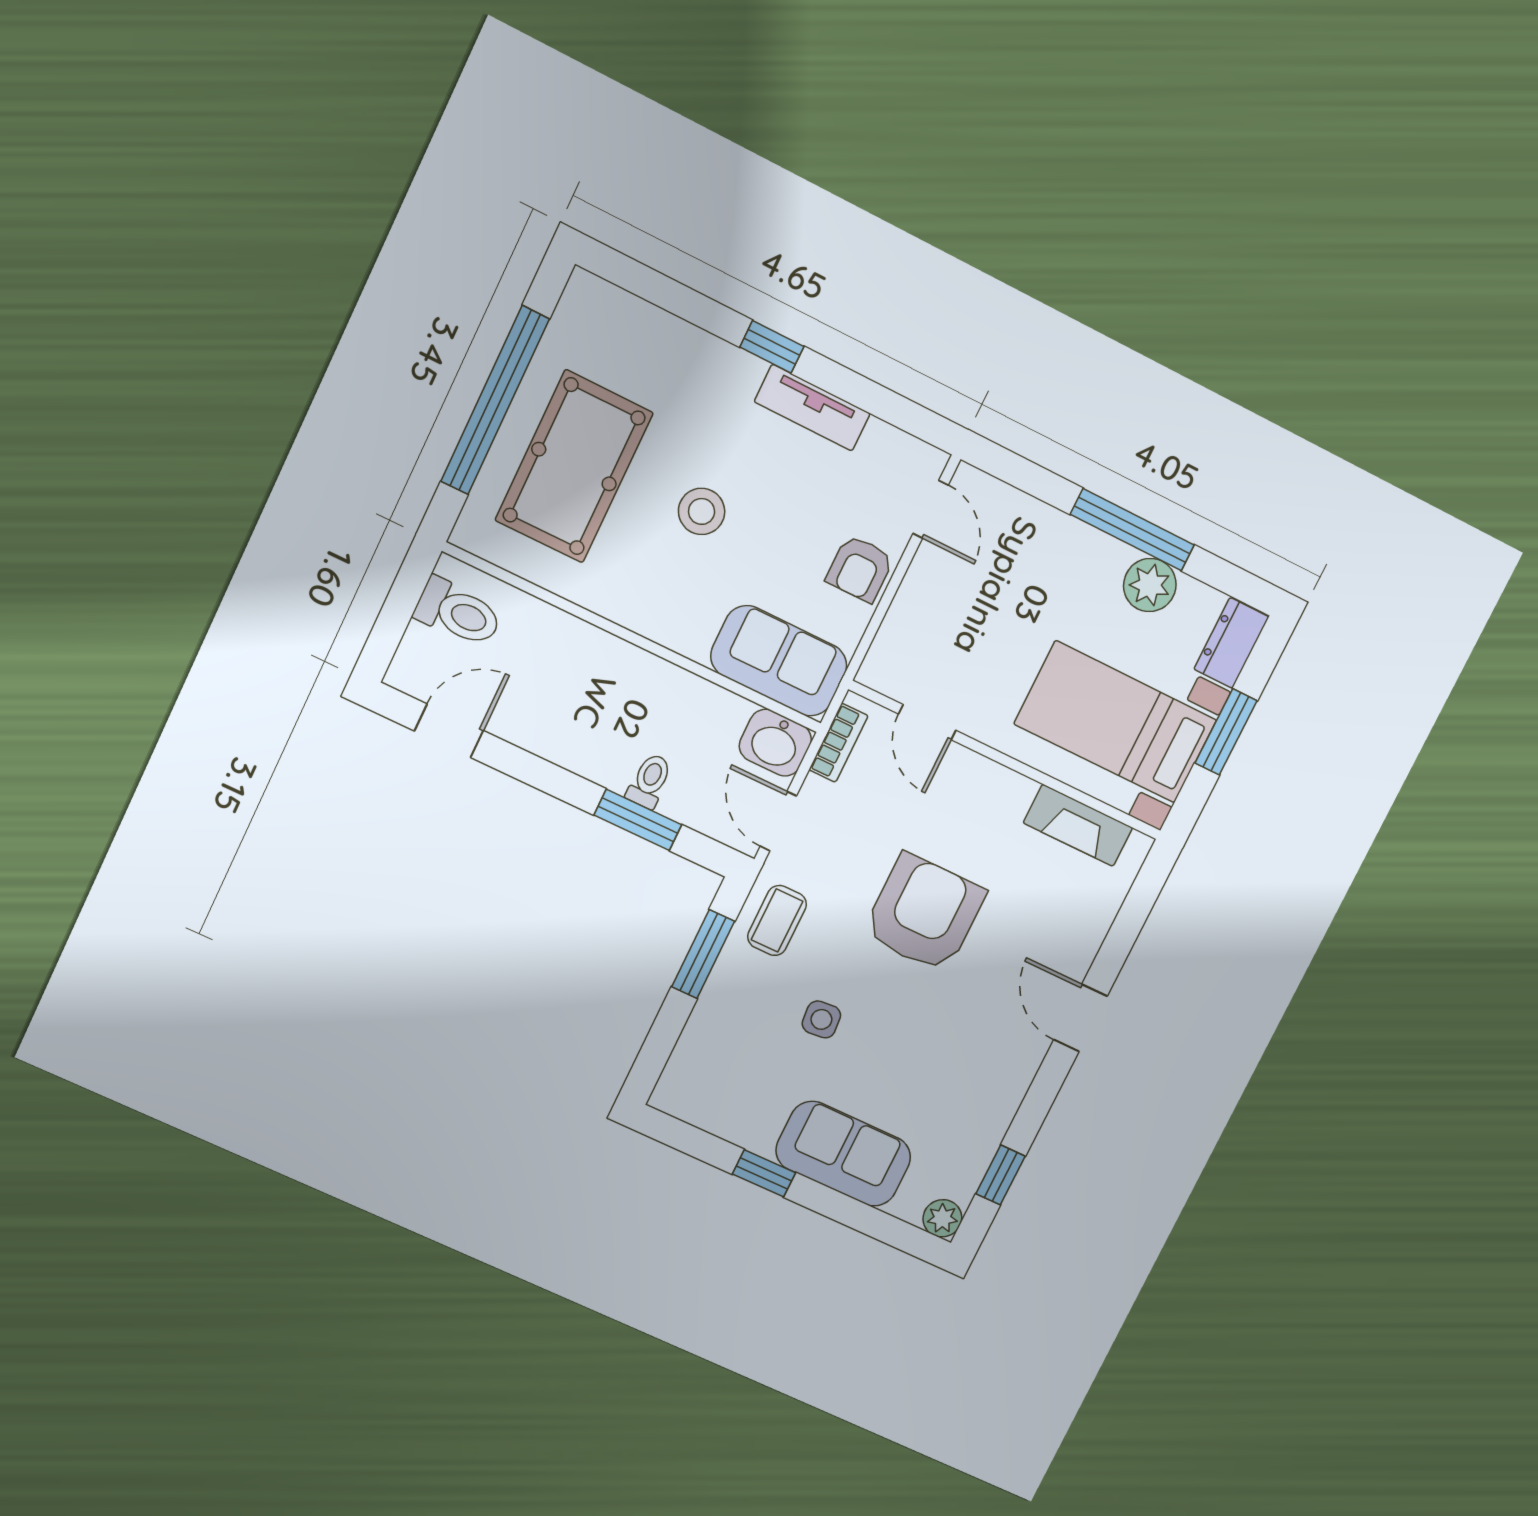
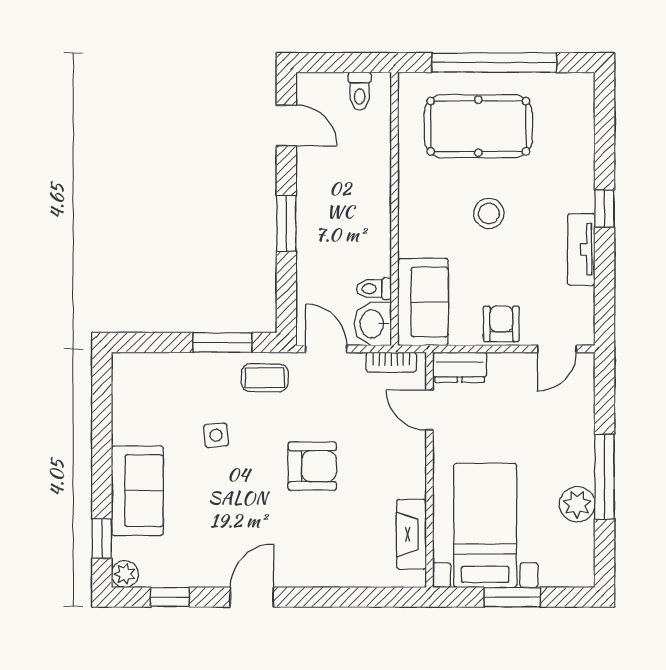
armchair: (860, 569) -> (501, 324), turned 90
toilet: (458, 613) -> (360, 91), width x0.73, depth x0.72
dresser: (1231, 643) -> (460, 367), moved, turned 180
door: (927, 722) -> (430, 410), hinge flipped
toilet: (649, 781) -> (374, 289), moved, turned 180
window: (638, 820) -> (286, 223), moved
door: (778, 821) -> (326, 349), hinge flipped
armchair: (924, 913) -> (312, 466), width x0.73, depth x0.73
door: (1080, 1018) -> (252, 597), moved
window: (764, 1173) -> (102, 539), moved

